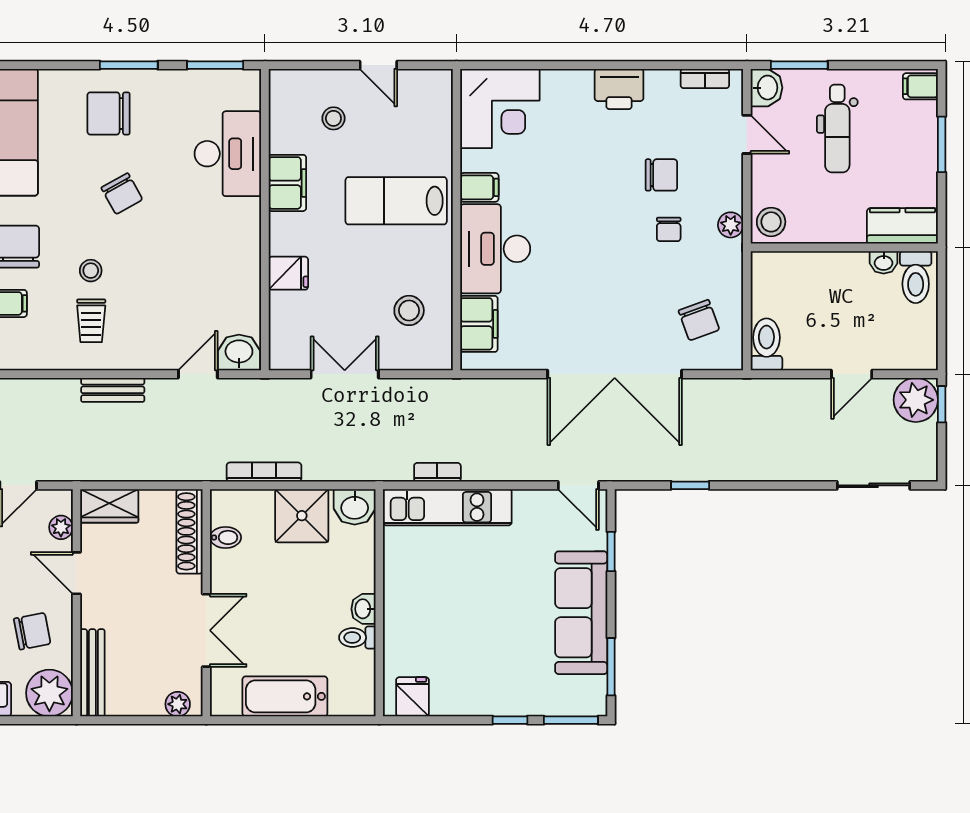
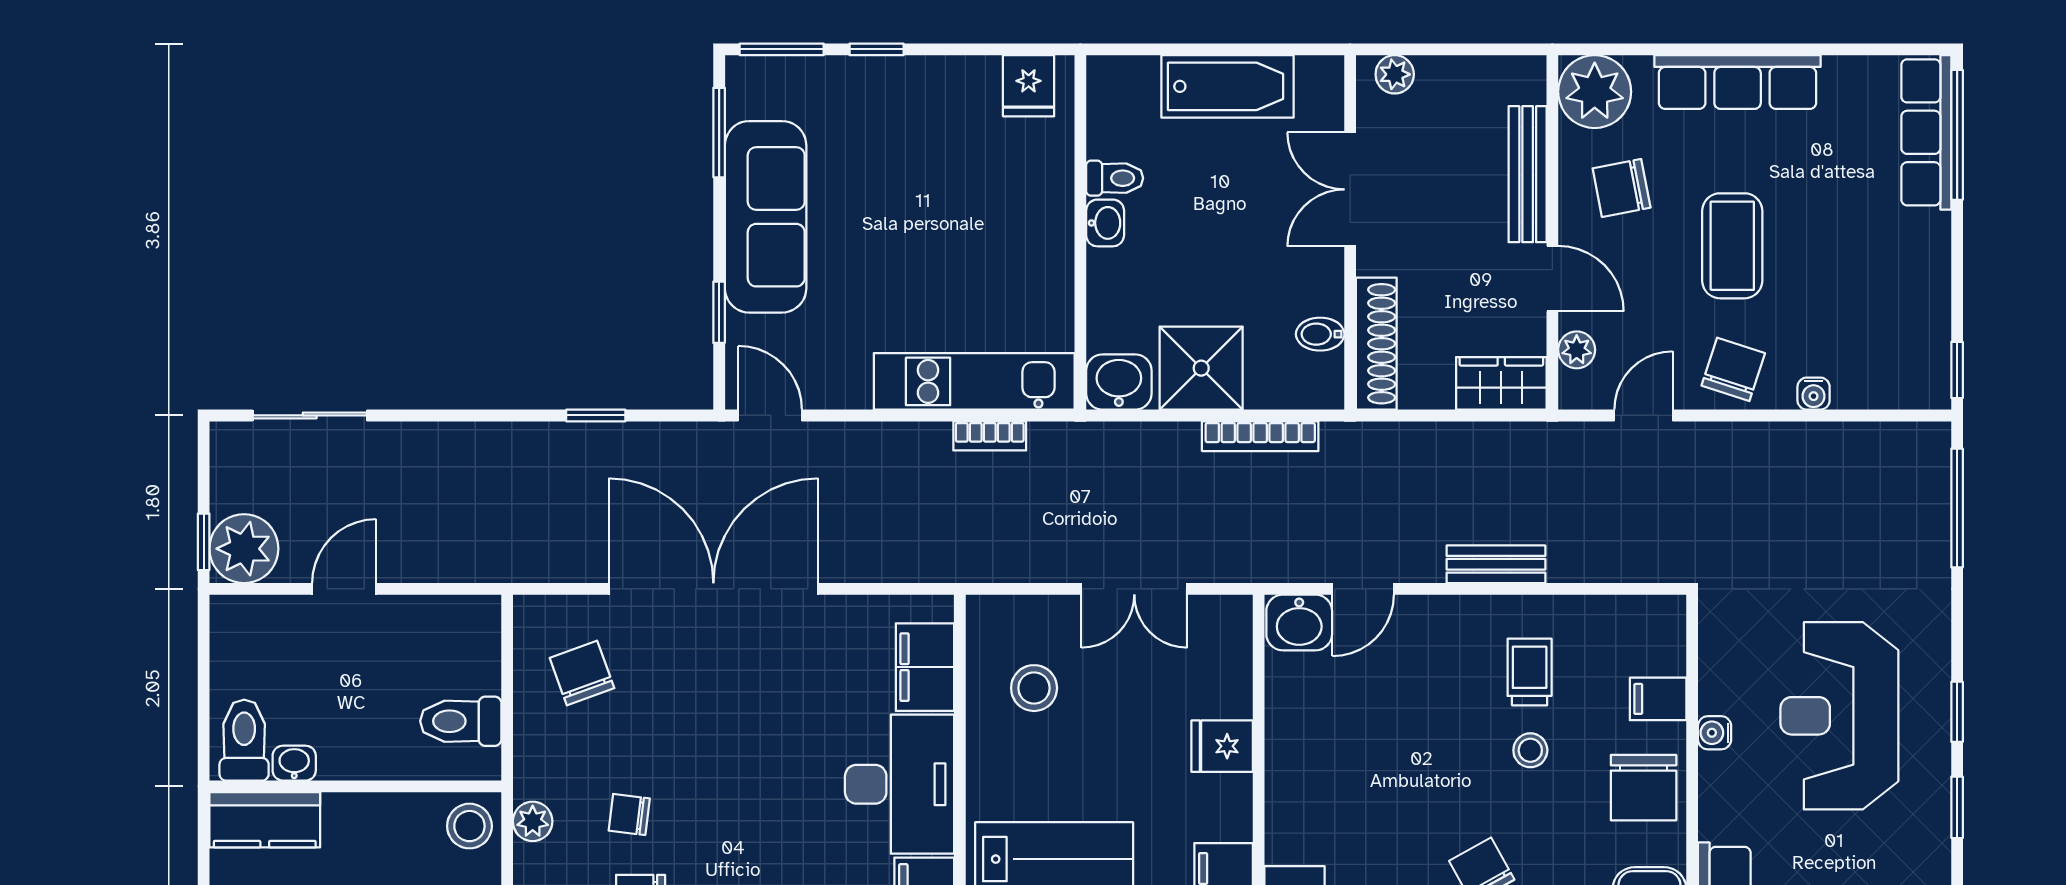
chair: (669, 229) -> (629, 814), turned -83
toilet: (766, 344) -> (461, 721), moved, turned 90
bench: (92, 673) -> (1528, 174), moved

